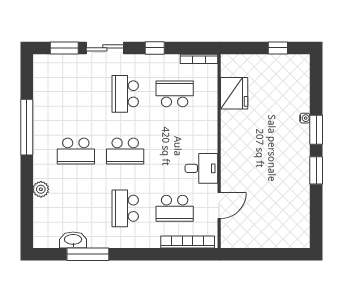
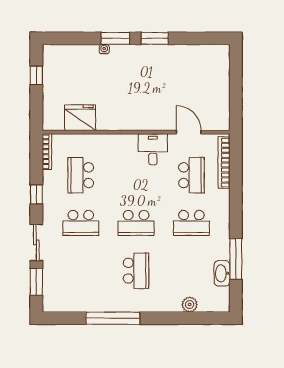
school desk: (125, 151) -> (136, 223), turned 90
plant: (41, 189) -> (190, 304), moved

